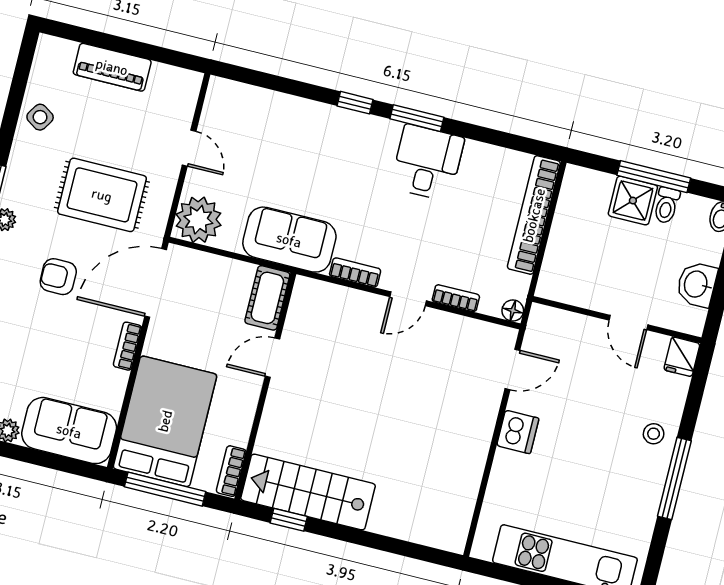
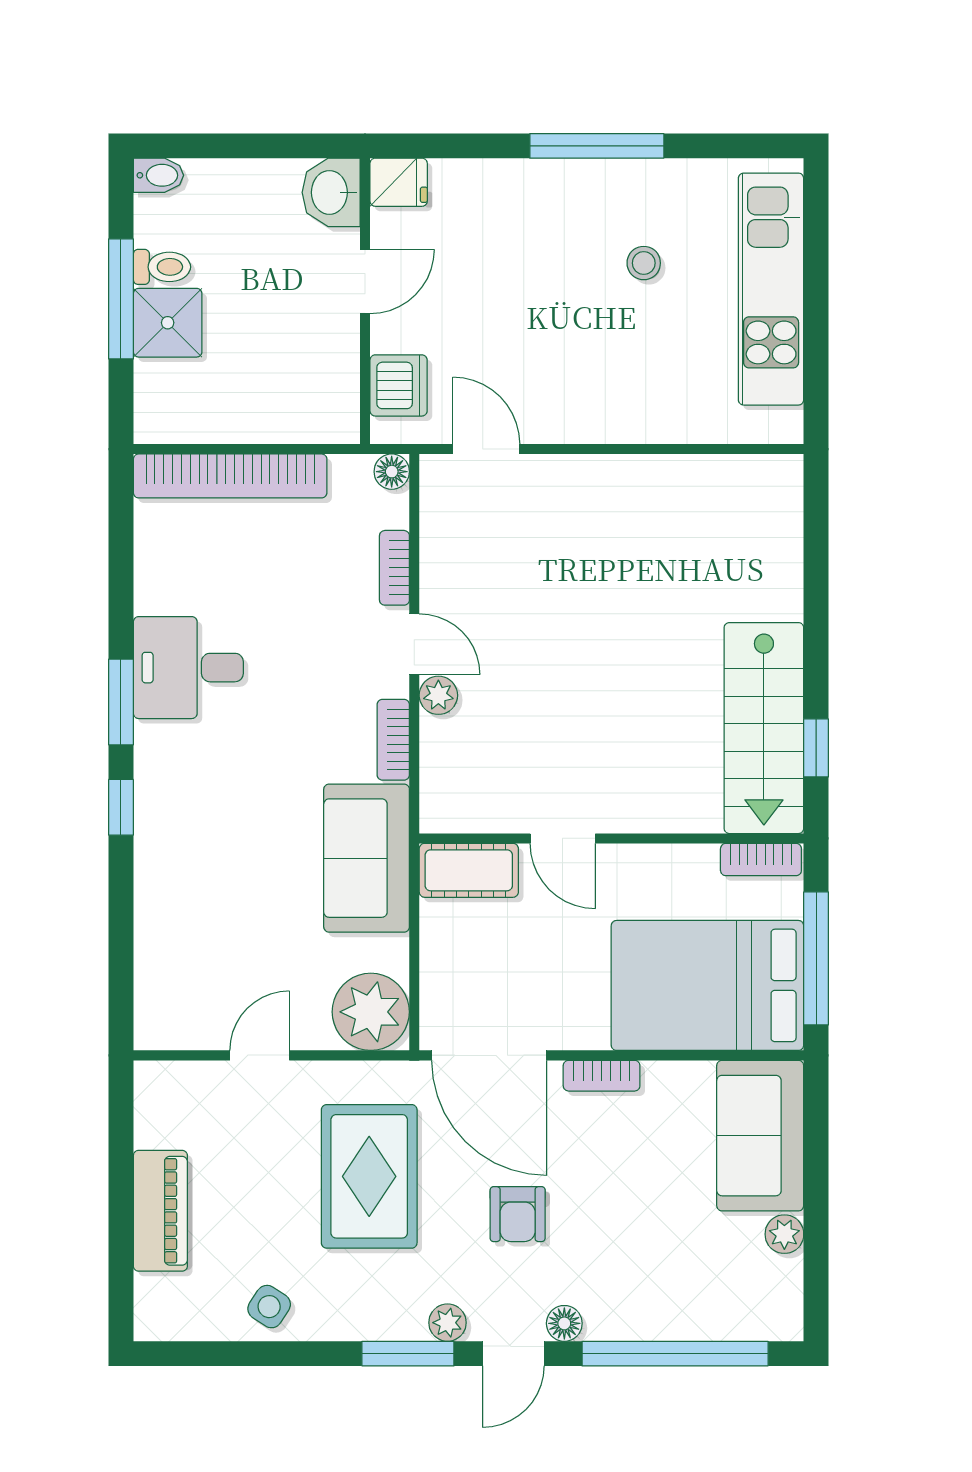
washbasin: (697, 284) -> (331, 192), moved, turned 90
plant: (375, 305) -> (438, 695), added
dishwasher: (518, 432) -> (399, 385), moved, turned 90
stool: (654, 434) -> (644, 263), moved

